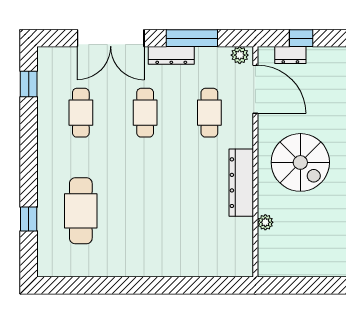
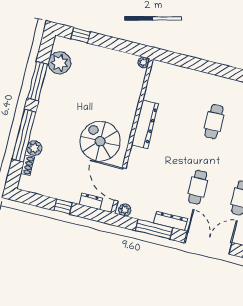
window: (301, 38) -> (63, 206), moved
cafe table: (209, 113) -> (214, 122), moved
spiral stairs: (300, 162) -> (100, 141), moved
plant: (265, 222) -> (143, 62), moved

